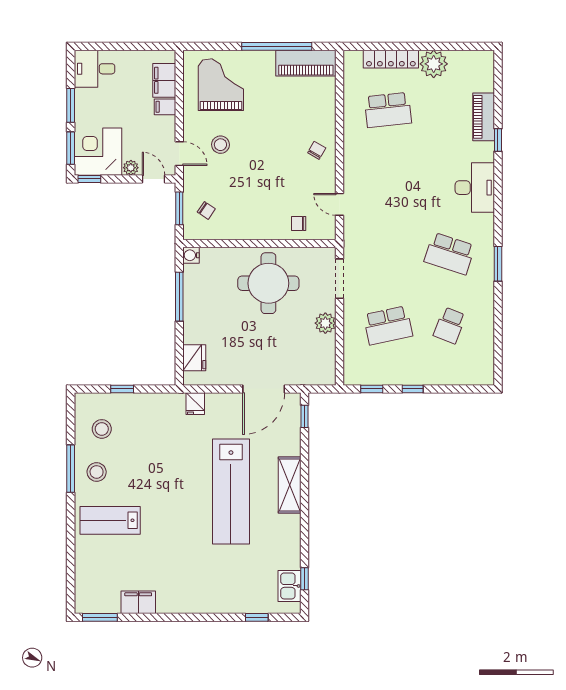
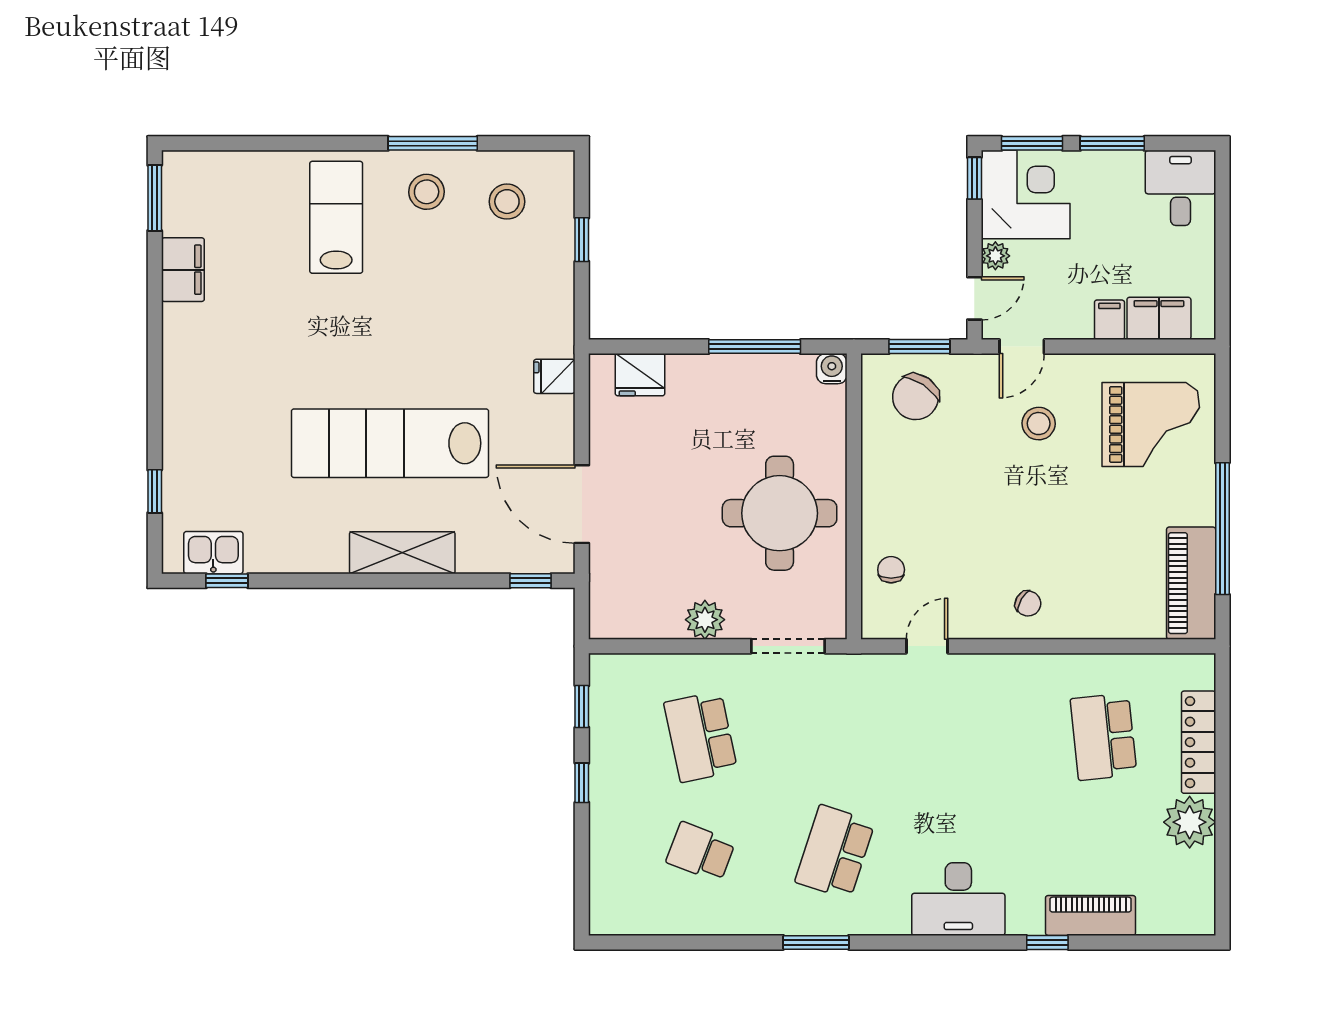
chair: (206, 210) -> (916, 397), width x1.87, depth x1.87

